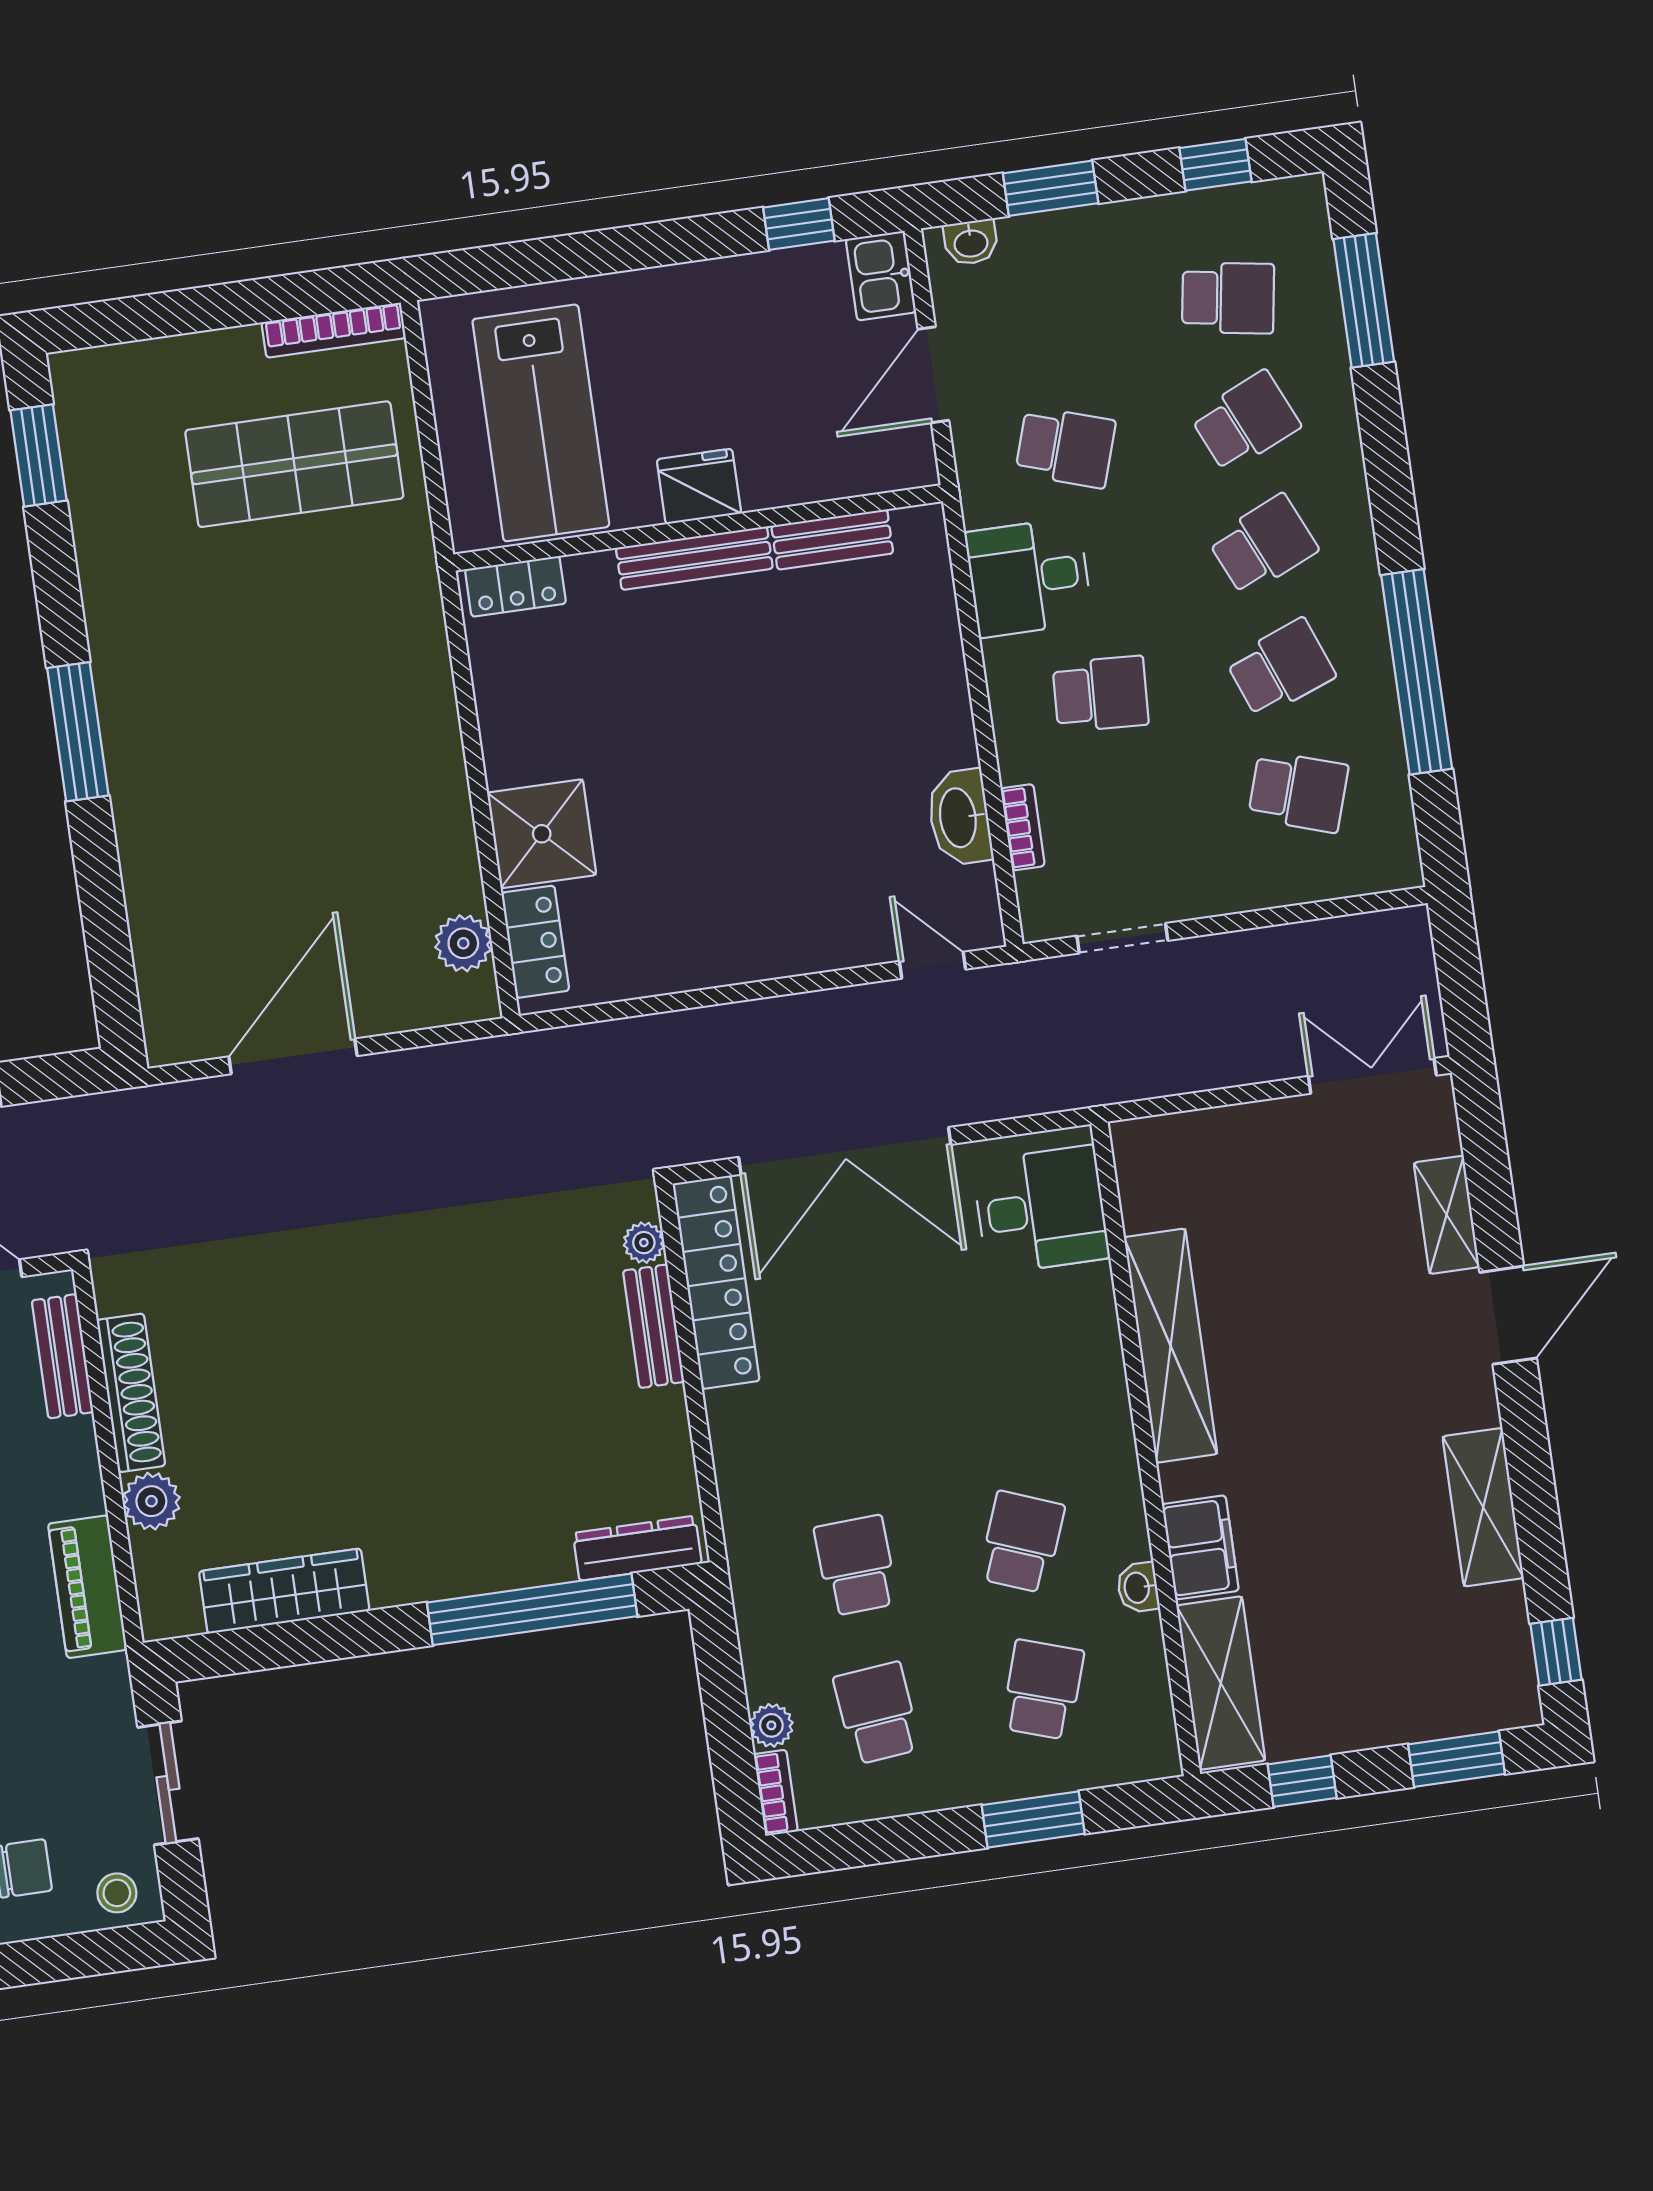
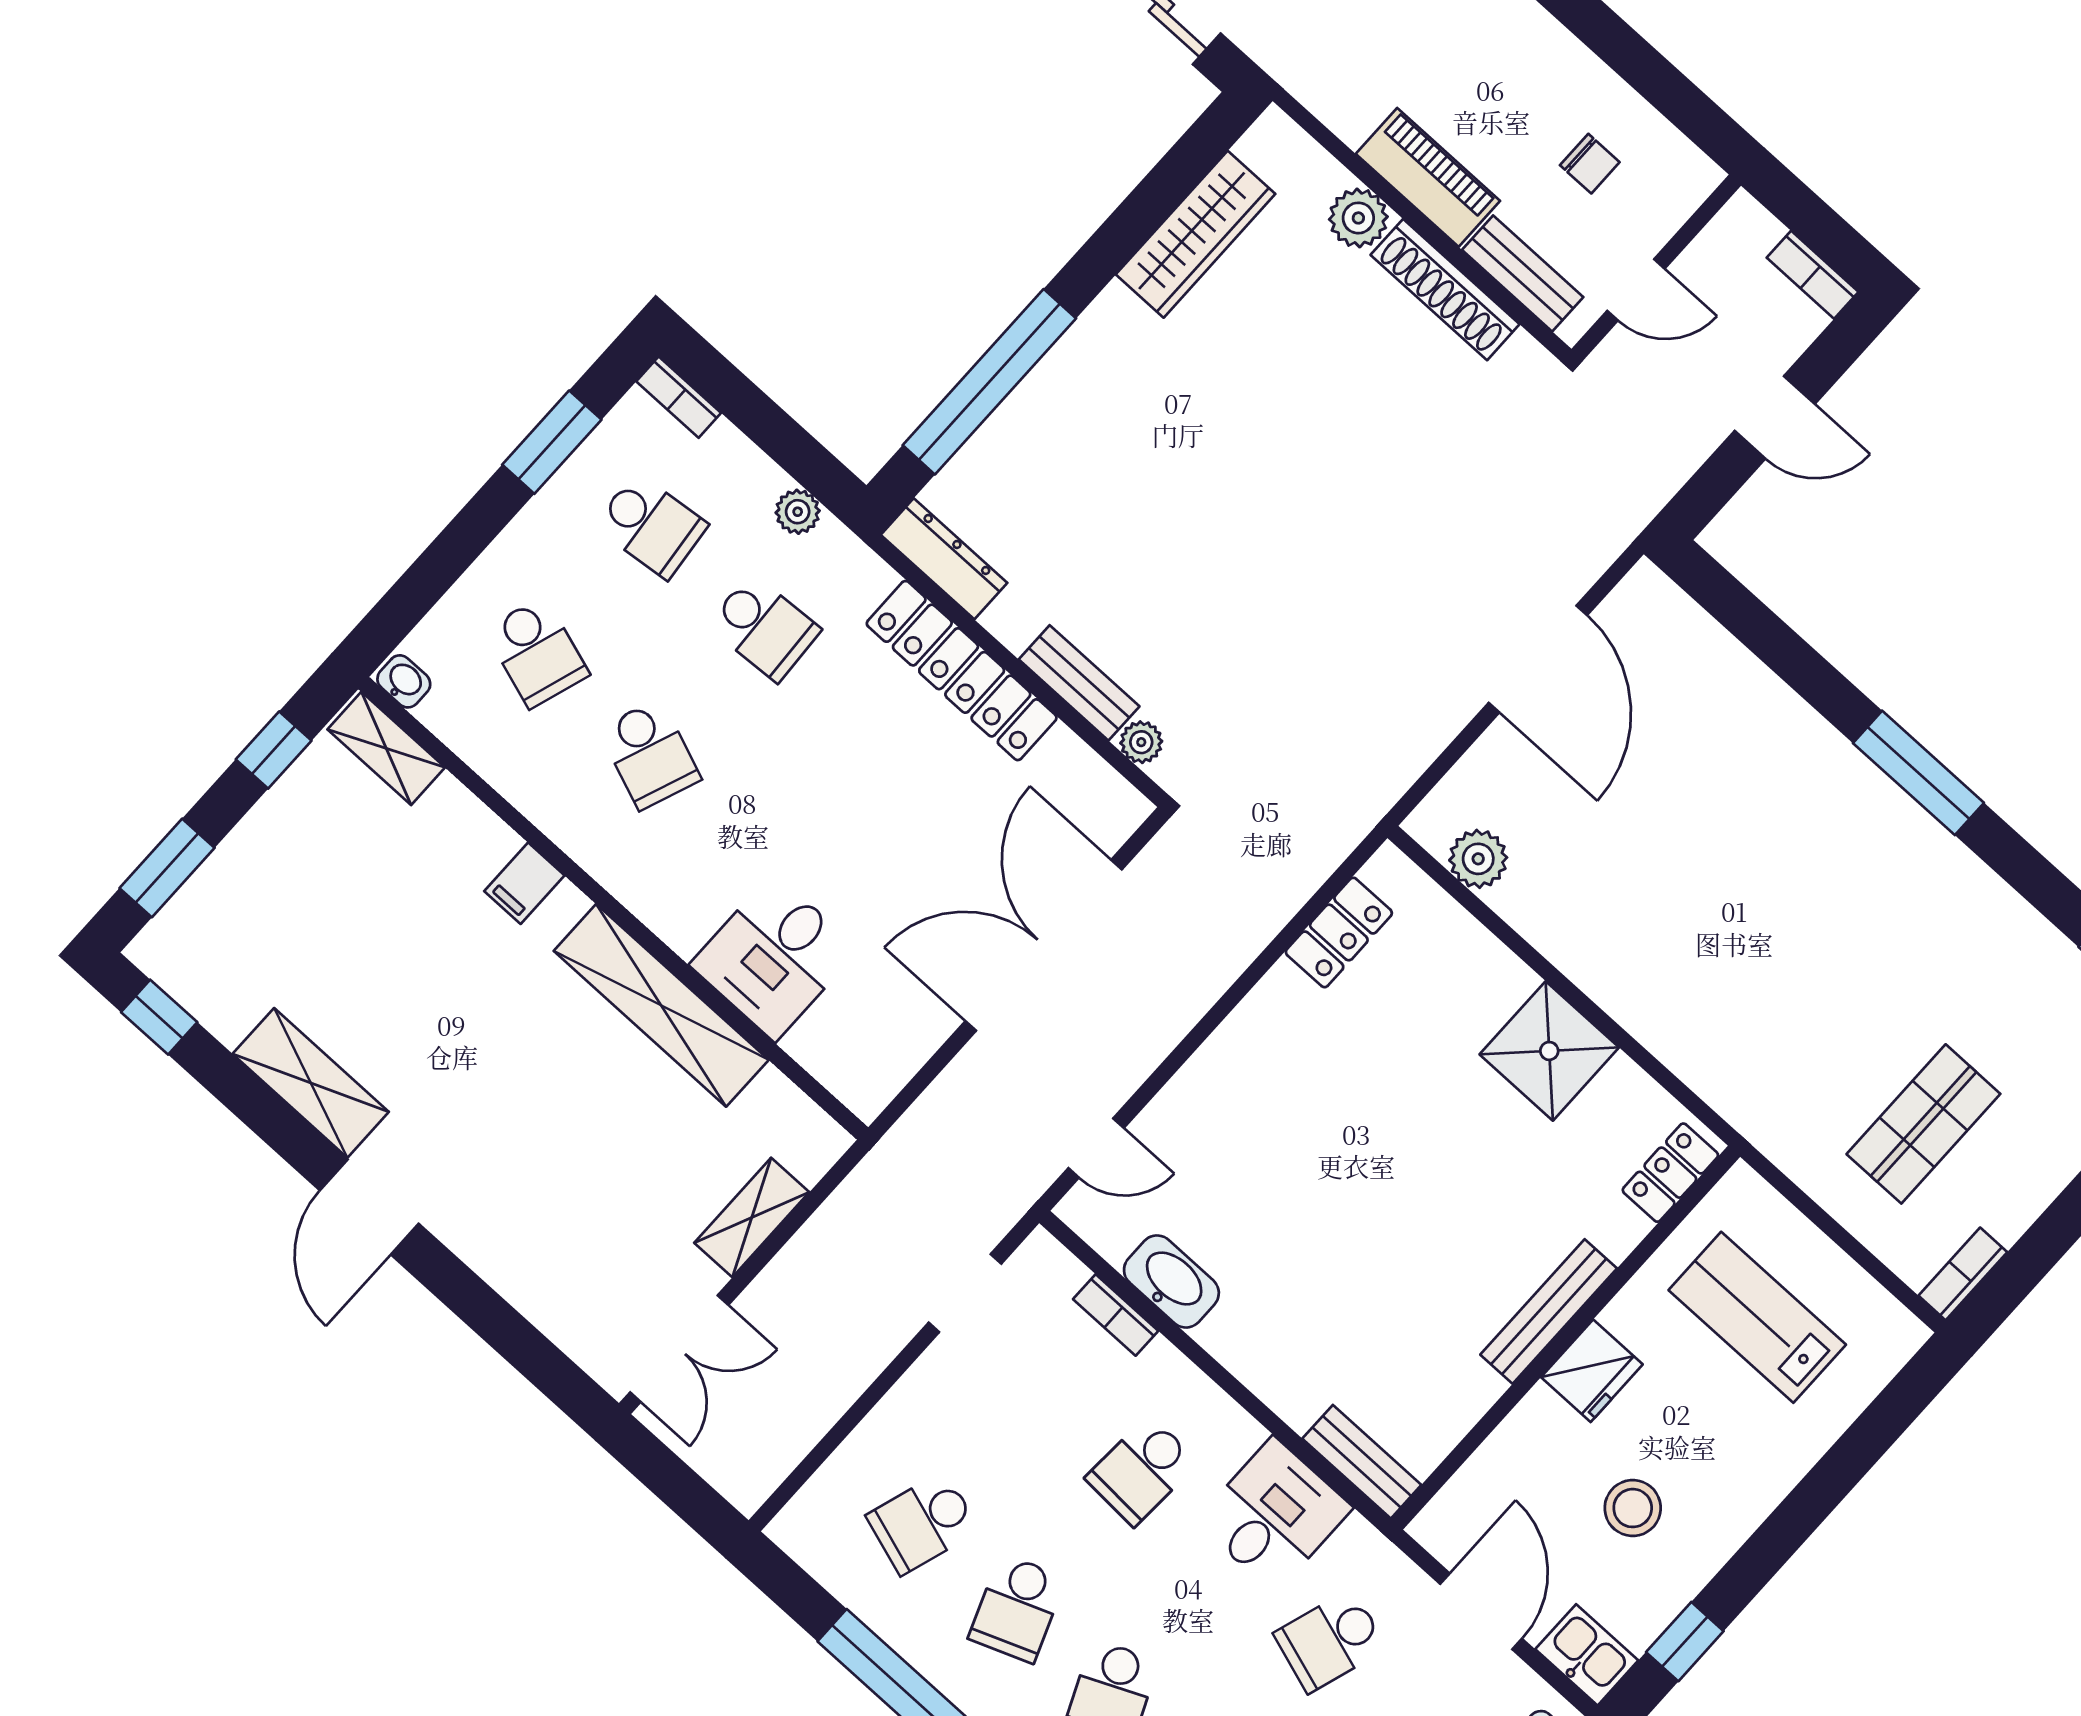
bookcase: (334, 330) -> (1963, 1274), width x0.64
stool: (754, 357) -> (1633, 1508), added
lab bench: (541, 423) -> (1757, 1317), width x0.73, depth x0.72
shop shelf: (294, 464) -> (1923, 1124), width x0.70, depth x0.74
bench: (832, 539) -> (1362, 1462), moved, turned 90
shower: (542, 834) -> (1549, 1051), moved
locker: (535, 942) -> (1339, 932), moved, turned -90
desk: (1041, 1210) -> (774, 957), moved
shelving: (1447, 1215) -> (752, 1217), moved, turned 90
locker: (716, 1282) -> (962, 671), moved
door: (1508, 1315) -> (369, 1207), moved
filing cabinet: (1200, 1547) -> (524, 883), width x0.50
dresser: (637, 1548) -> (944, 559), moved, turned -90
piano: (88, 1587) -> (1428, 177), moved
washbasin: (1138, 1588) -> (404, 681), moved
shelving: (1221, 1683) -> (386, 748), width x0.67, depth x0.75
plant: (771, 1725) -> (798, 512), moved
window: (1033, 1819) -> (552, 442), moved

